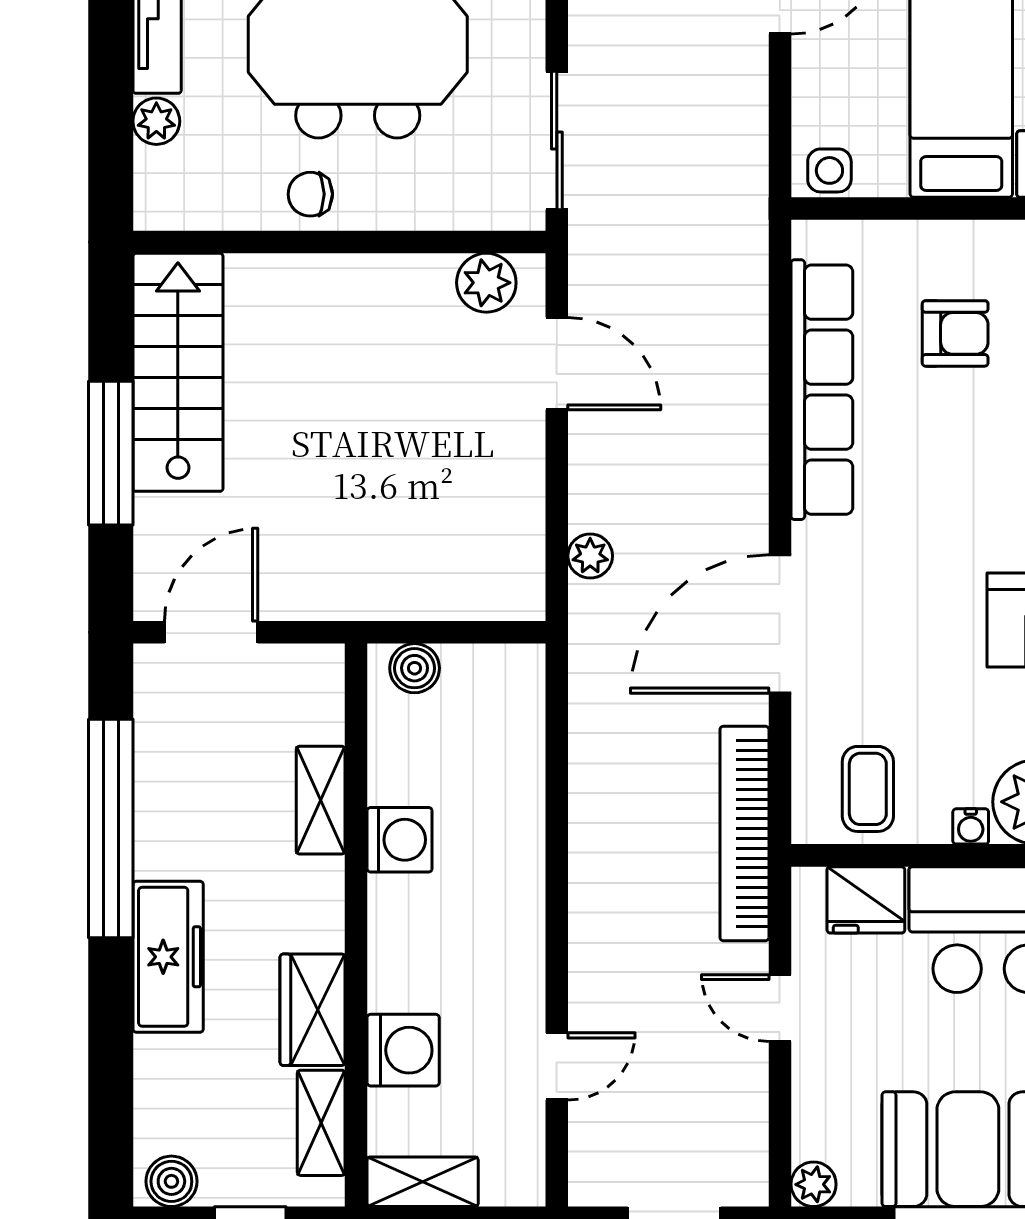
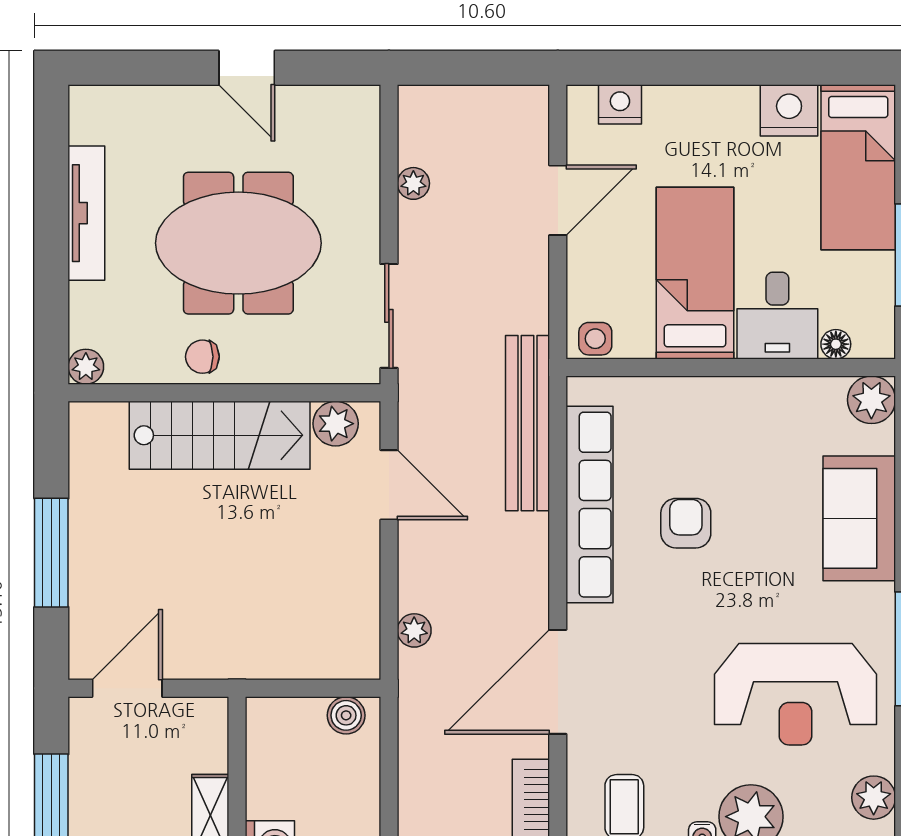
plant: (156, 121) -> (86, 367), moved
bench: (740, 282) -> (528, 423), added
armchair: (955, 333) -> (686, 523), moved, turned -90
stairs: (178, 372) -> (220, 435), moved, turned 90
boiler: (415, 668) -> (346, 715), moved

